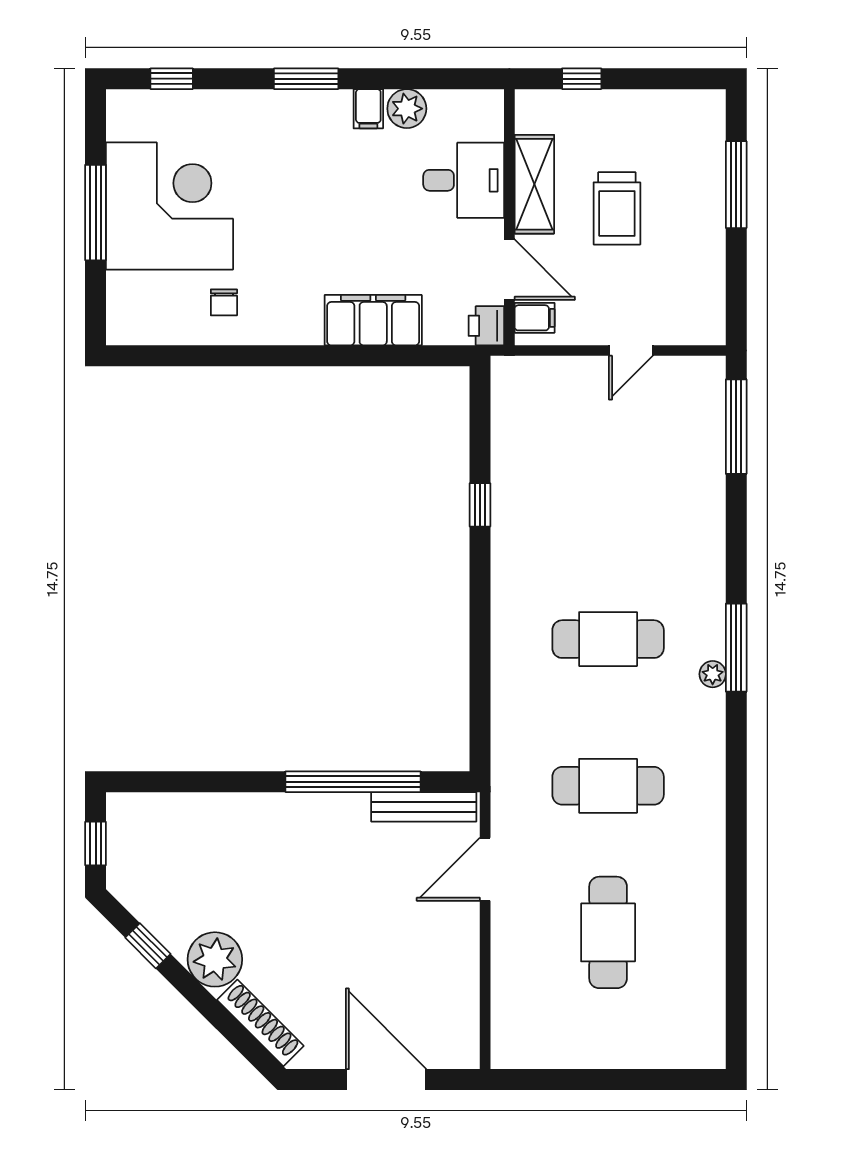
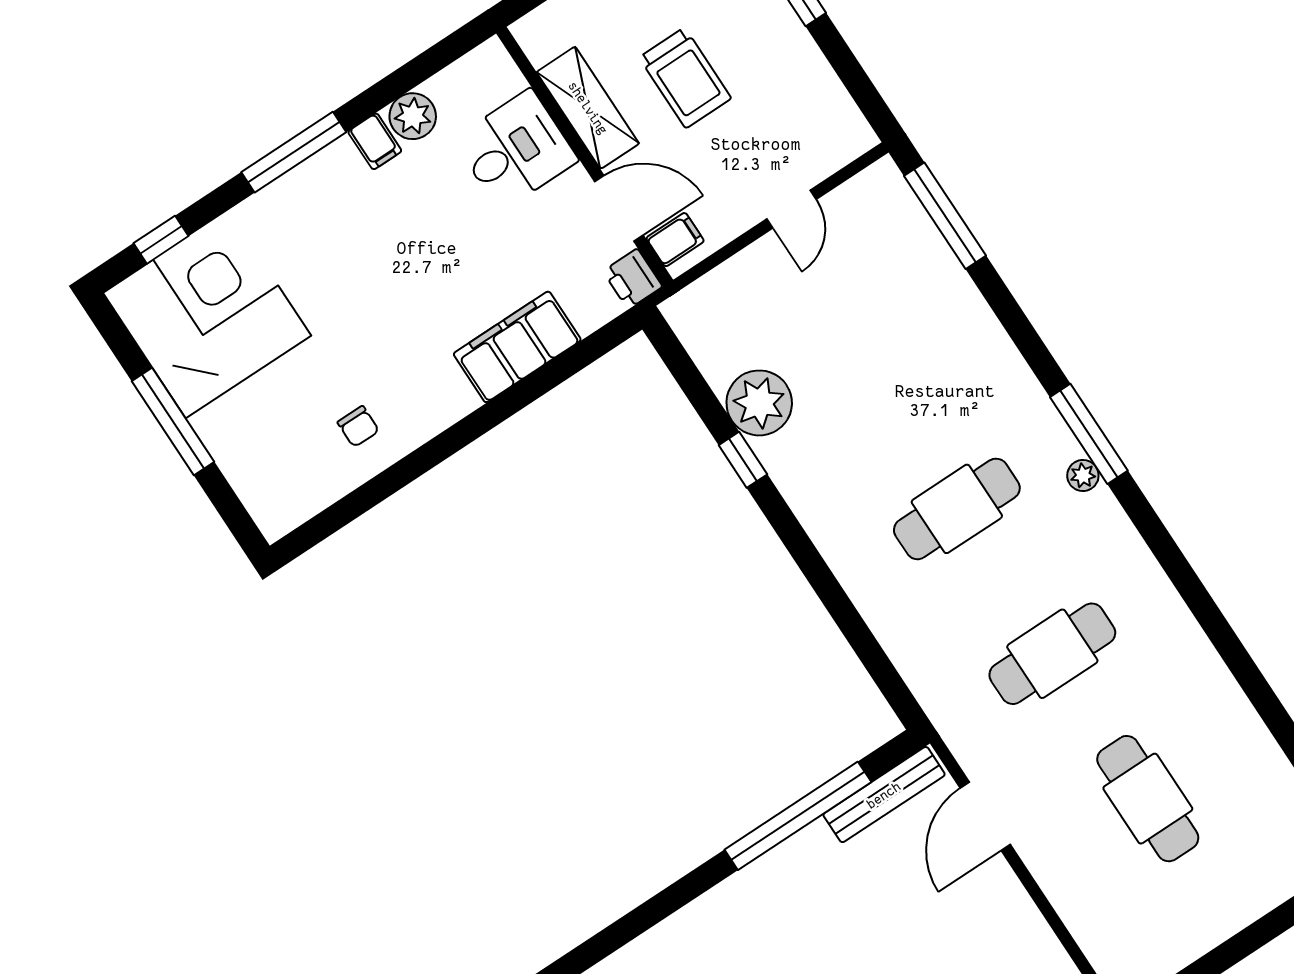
window: (306, 79) -> (294, 152), width x1.44
corner desk: (170, 206) -> (207, 314), moved
plant: (518, 472) -> (759, 403), added

